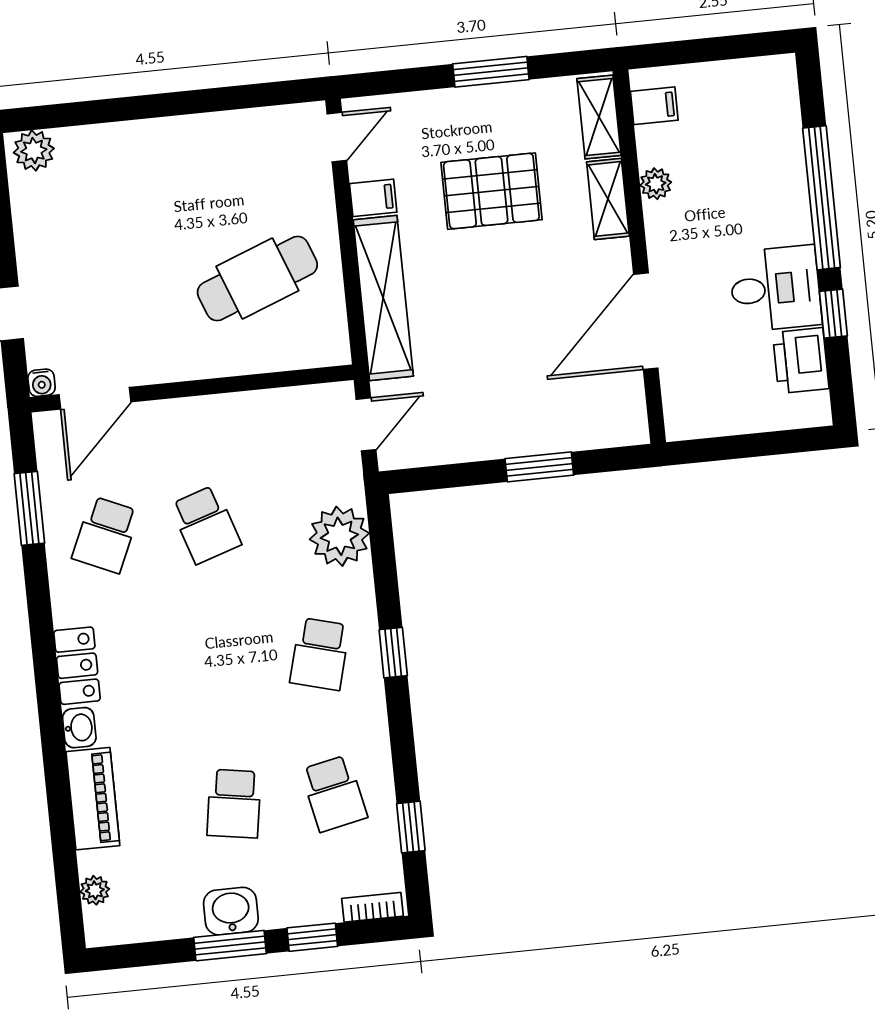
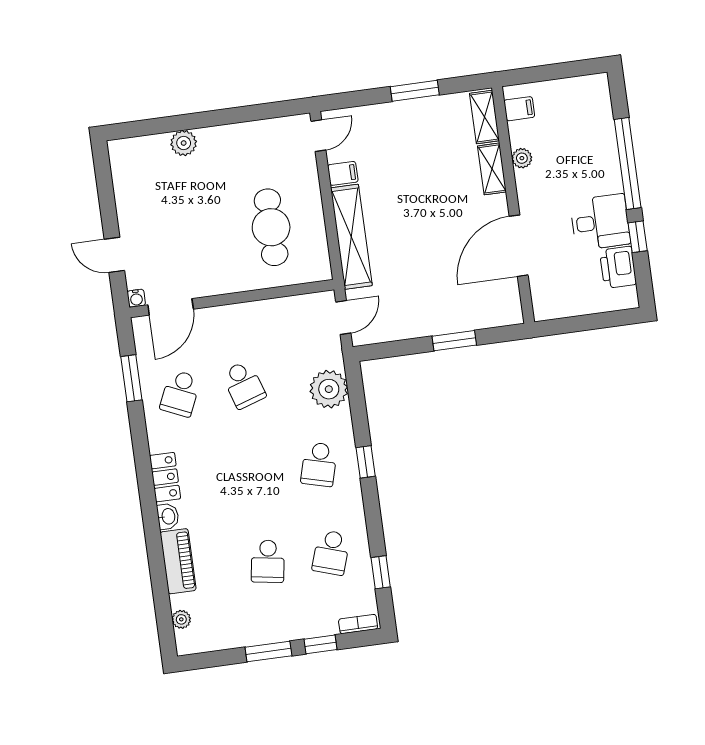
plant: (34, 151) -> (184, 143), moved
pallet: (491, 191) -> (418, 166), removed
cafe table: (257, 279) -> (271, 227), turned -69
school desk: (334, 793) -> (331, 553), turned 30
washbasin: (231, 911) -> (268, 630), removed

